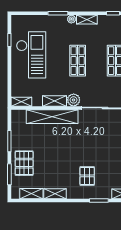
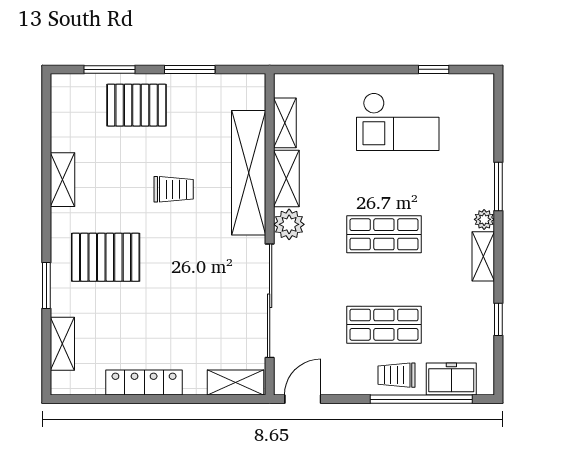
checkout: (31, 55) -> (398, 122), width x0.73, depth x0.83
shelving: (21, 102) -> (285, 123), moved
trolley: (59, 148) -> (174, 189), added
pallet: (87, 176) -> (106, 257), width x1.50, depth x1.42
shelving: (31, 194) -> (63, 123), removed

